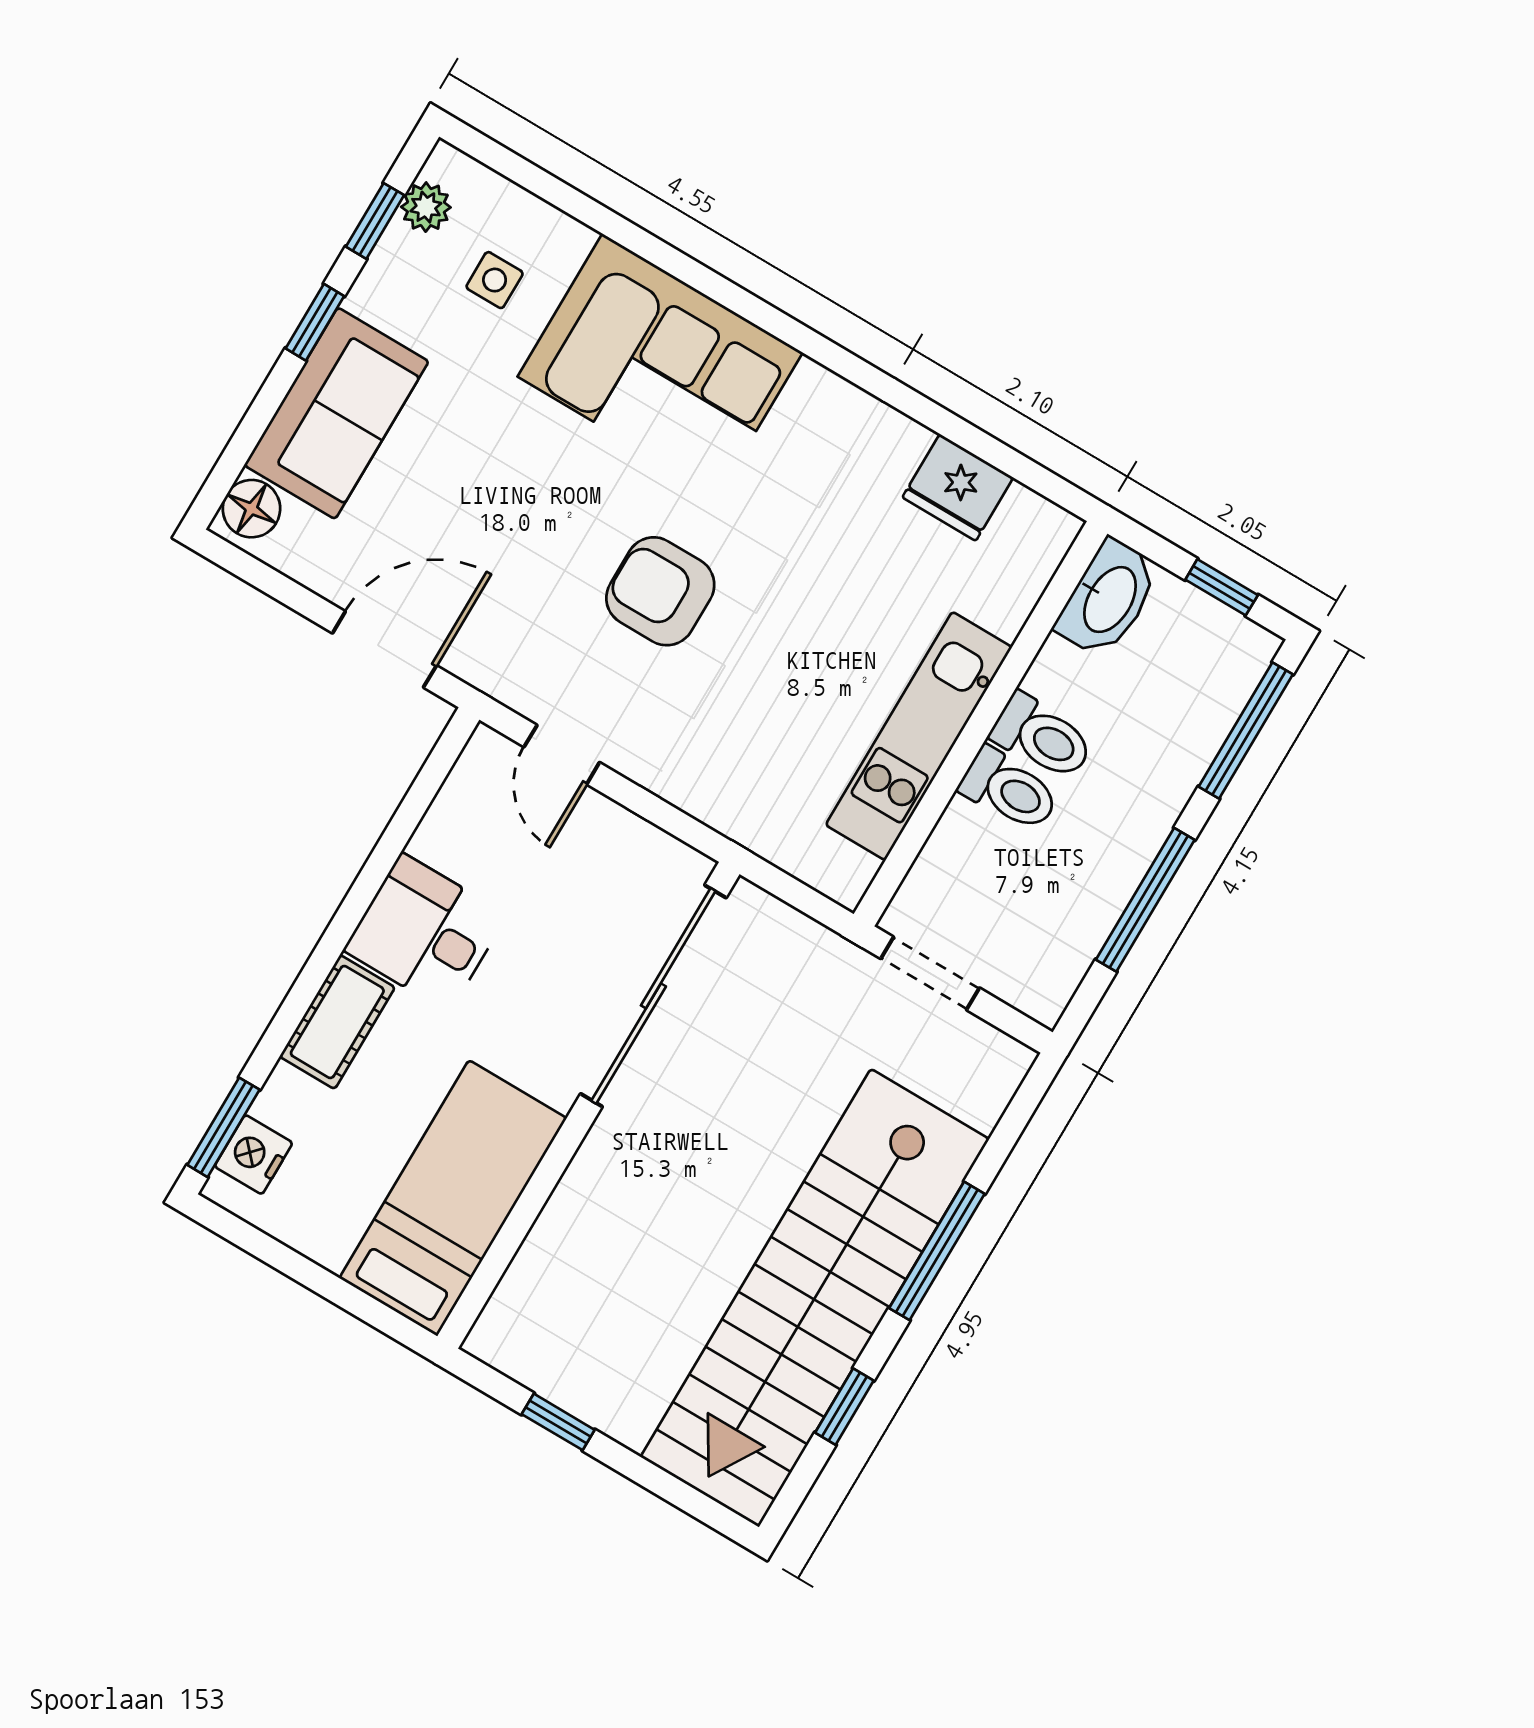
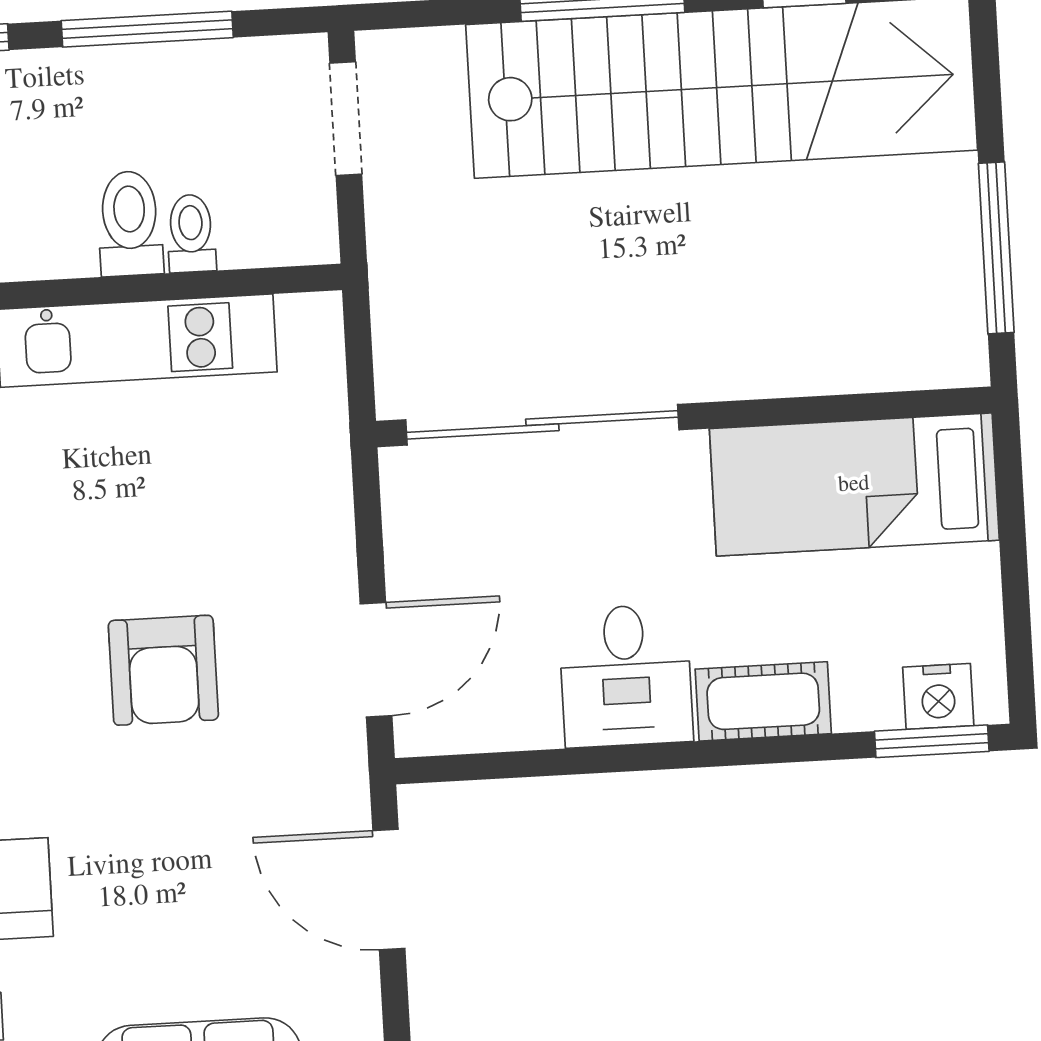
toilet: (1042, 737) -> (191, 233), moved, width x0.73, depth x0.72
door: (562, 755) -> (376, 660), width x1.38
doorway: (930, 973) -> (346, 119), moved
window: (558, 1422) -> (996, 248), width x2.17

